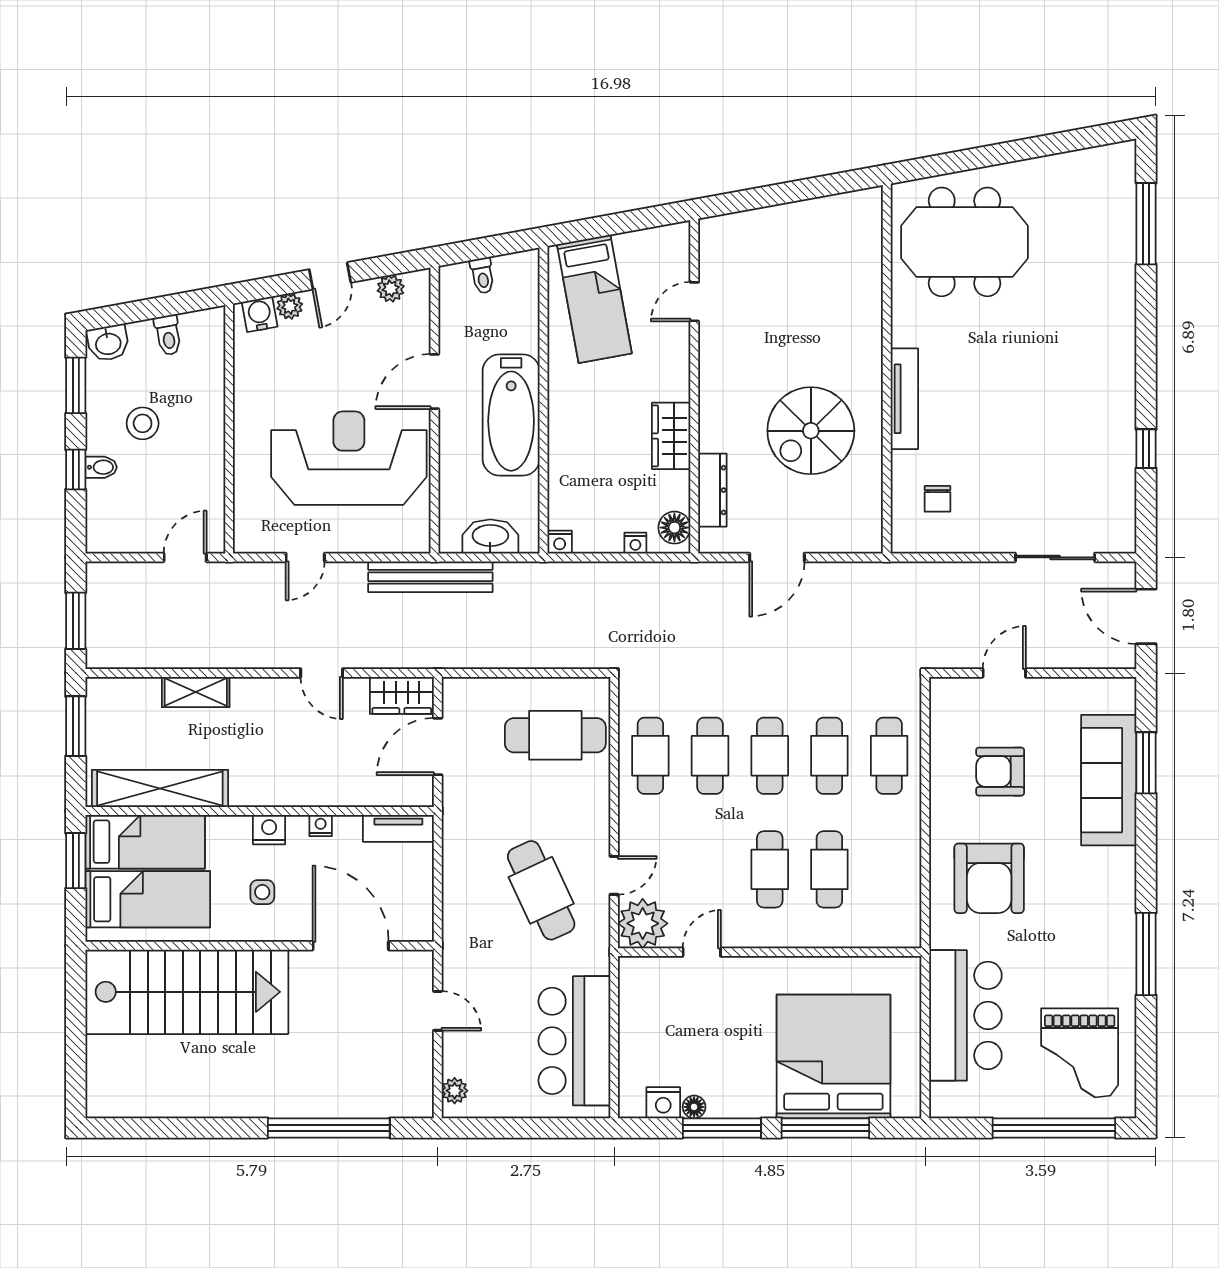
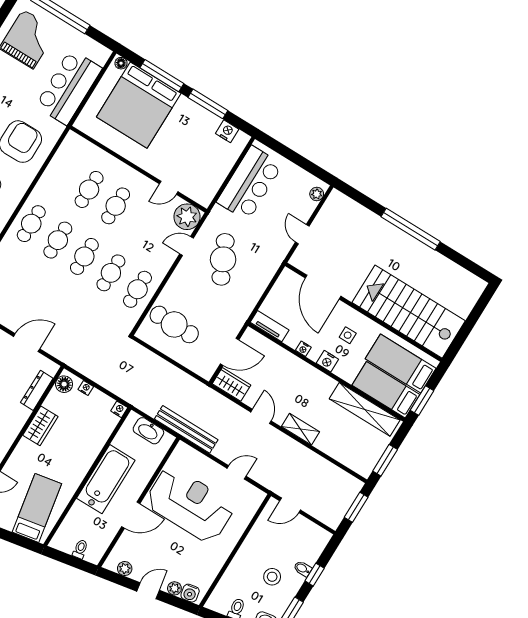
reception desk: (349, 458) -> (190, 505), turned 180
shelving: (196, 692) -> (301, 429), moved
floor lamp: (694, 1107) -> (121, 63), moved
window: (329, 1128) -> (411, 229), moved

